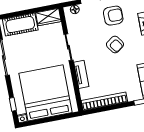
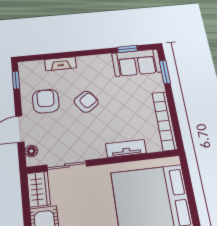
sliding door: (68, 47) -> (67, 166), moved

